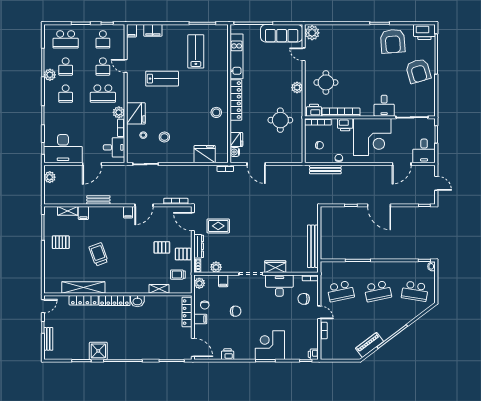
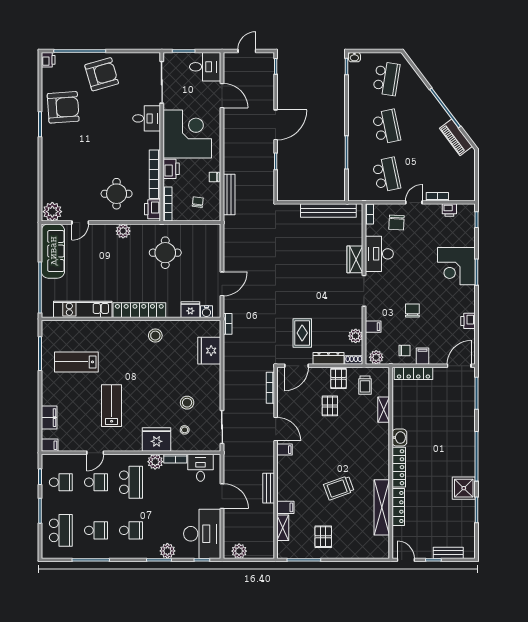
printer: (424, 32) -> (48, 60), width x0.53, depth x0.68
plant: (50, 75) -> (167, 551), moved
printer: (313, 354) -> (449, 210), moved

